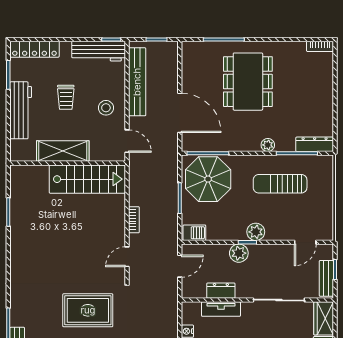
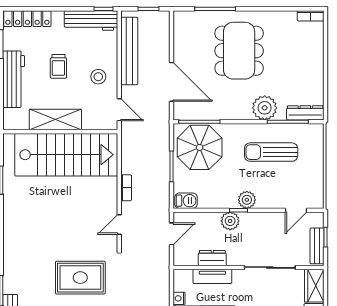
plant: (268, 145) -> (265, 108), width x1.87, depth x1.87
stairs: (87, 179) -> (66, 155), width x1.36, depth x1.51

